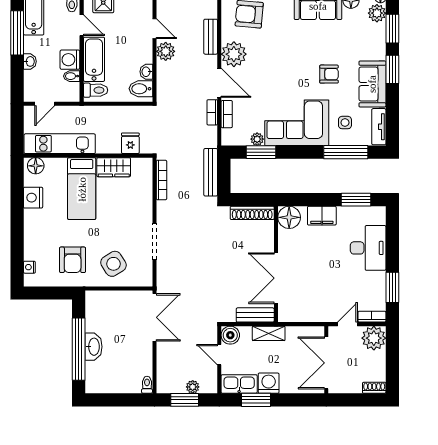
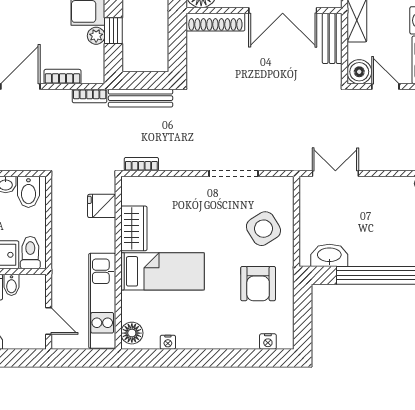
bookcase: (212, 112) -> (90, 96), moved
window: (261, 152) -> (113, 31), width x0.67
bookcase: (162, 180) -> (141, 164), width x0.64
nightstand: (33, 198) -> (168, 342), width x0.53, depth x0.56
shoe rack: (252, 213) -> (215, 22), moved, turned 90
armchair: (73, 260) -> (258, 284), turned 90
double door: (154, 317) -> (335, 174), width x0.73
washbasin: (94, 347) -> (329, 255), moved
door: (219, 355) -> (385, 87), swing flipped

